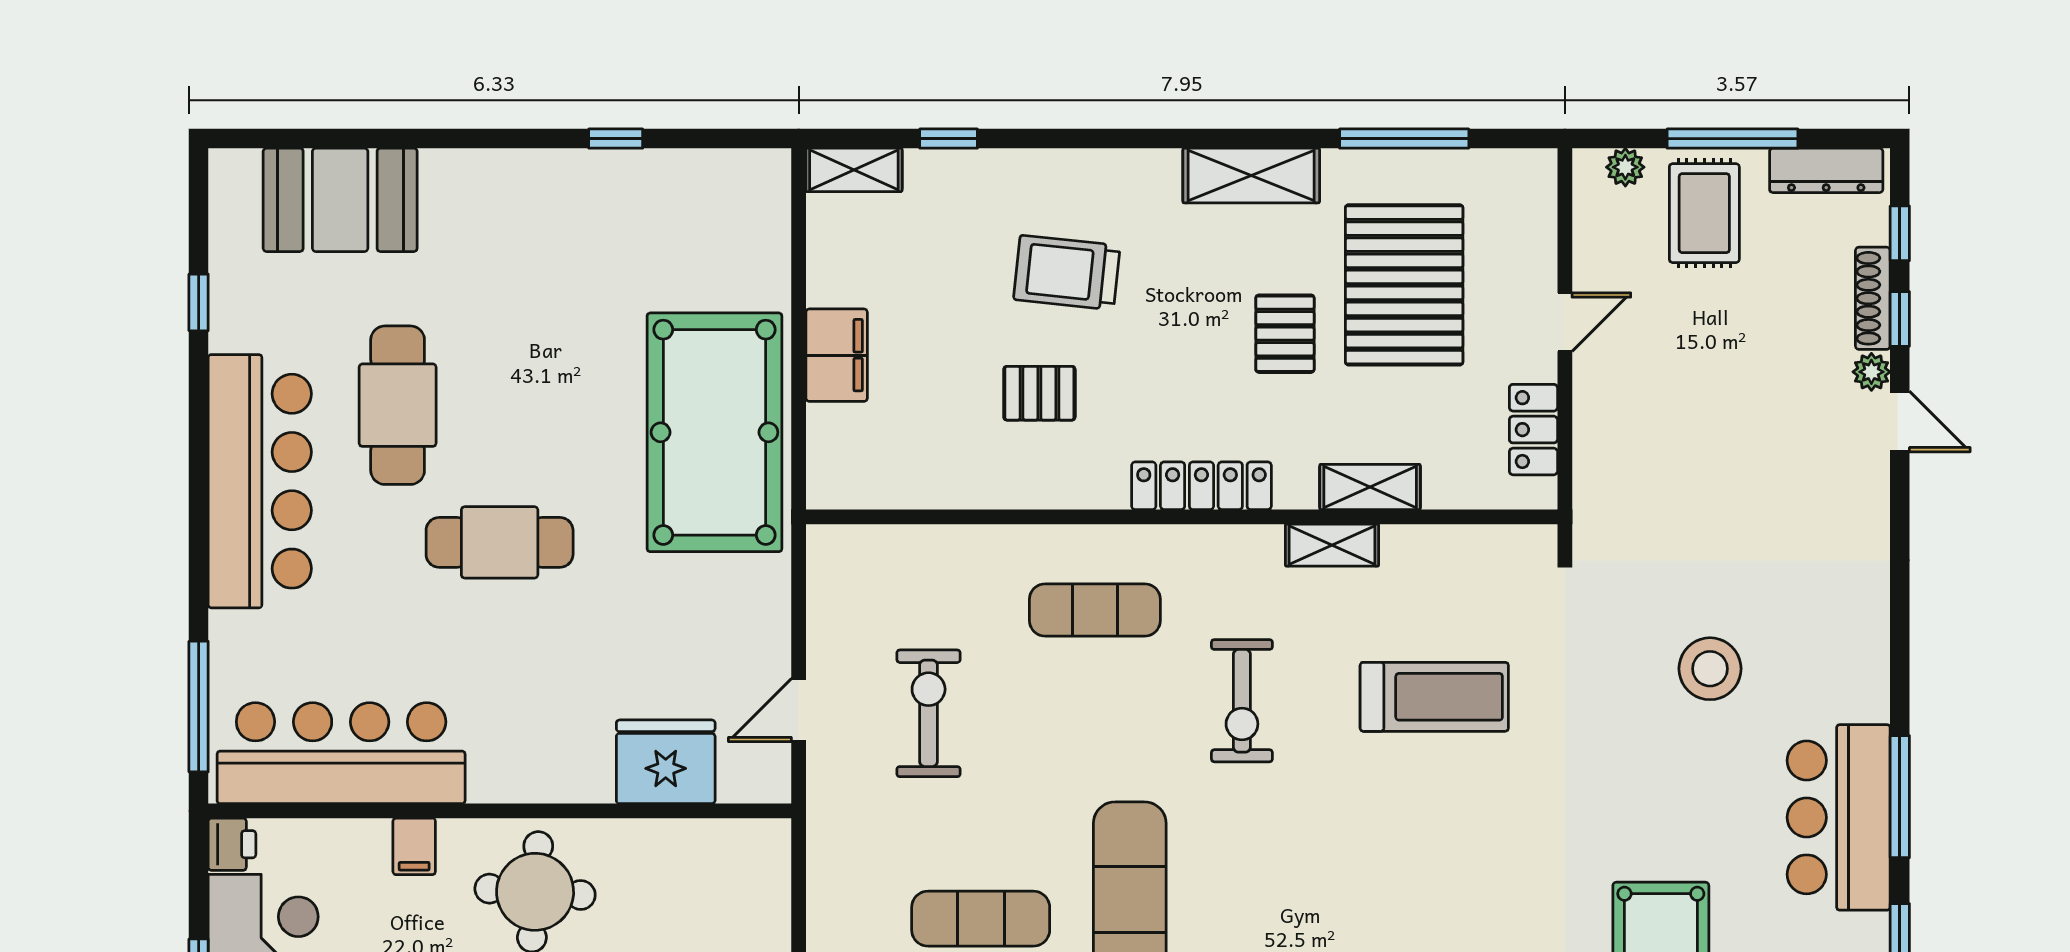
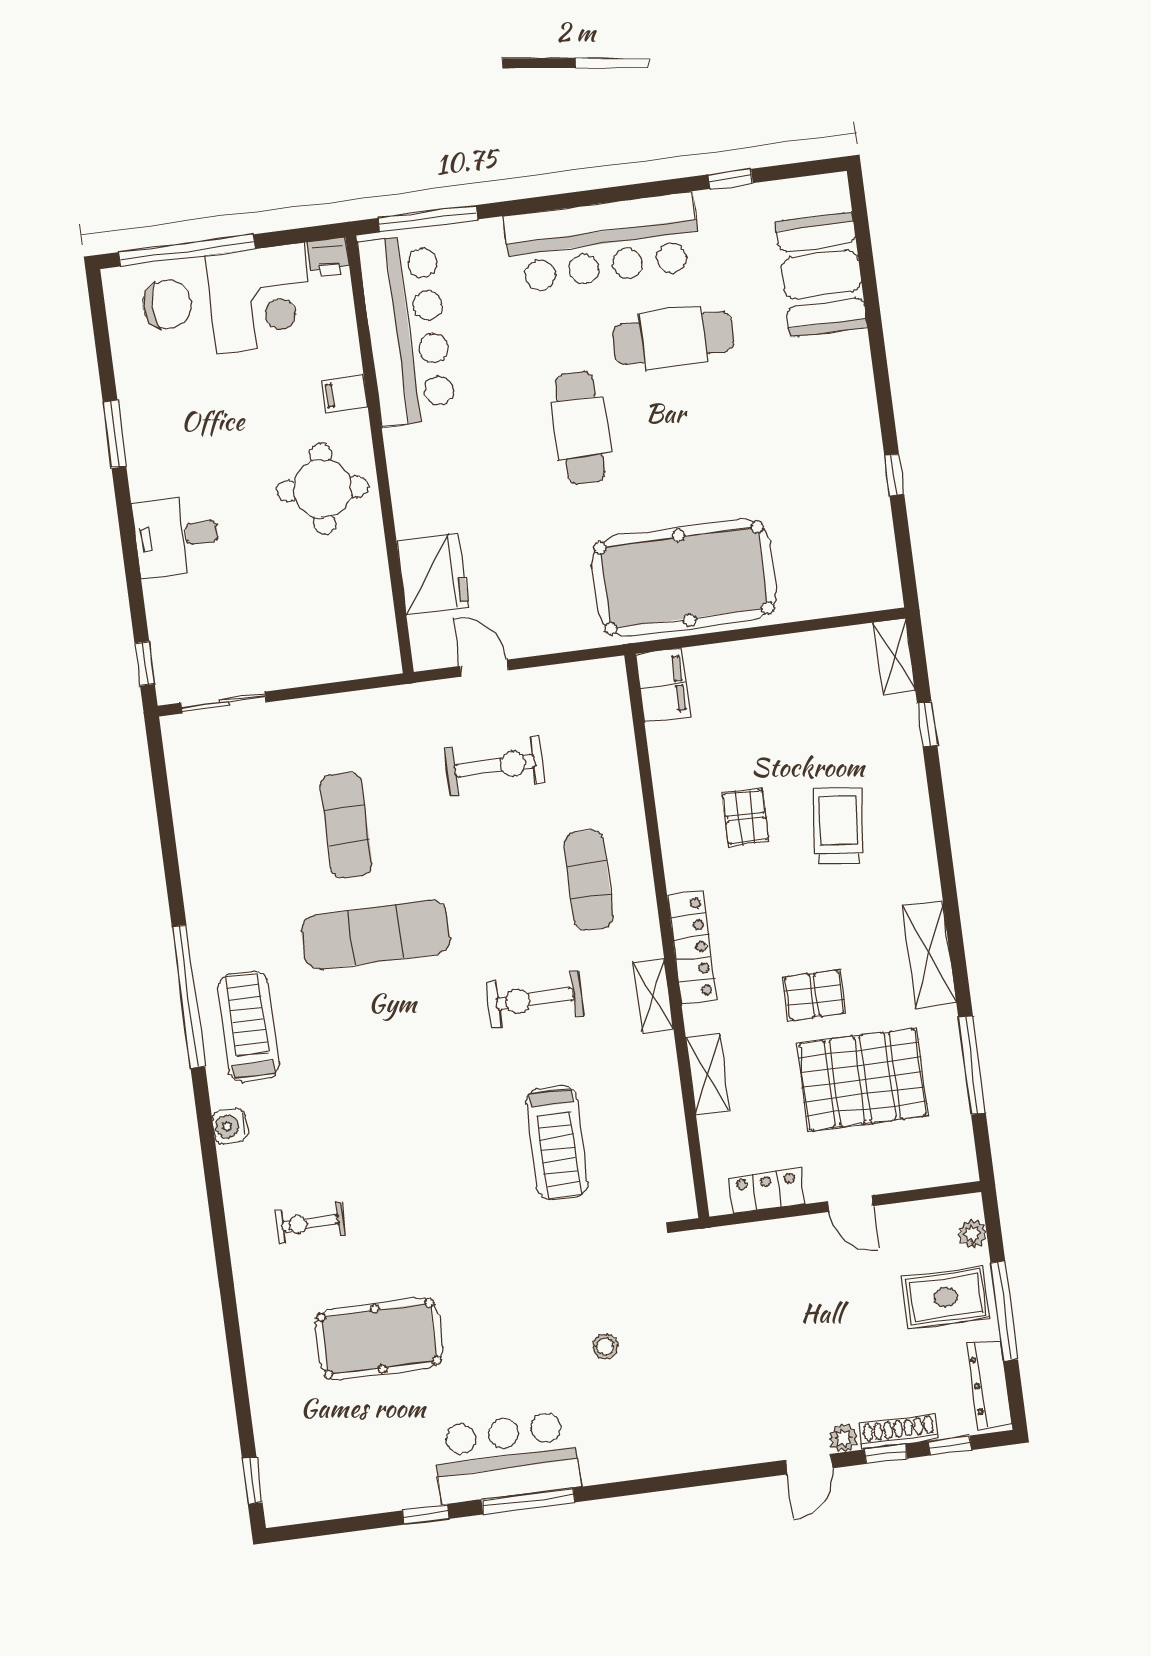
filing cabinet: (837, 355) -> (663, 685), moved, turned -90
shelving: (1332, 545) -> (653, 995), moved
stool: (1710, 669) -> (605, 1346), width x0.53, depth x0.53

